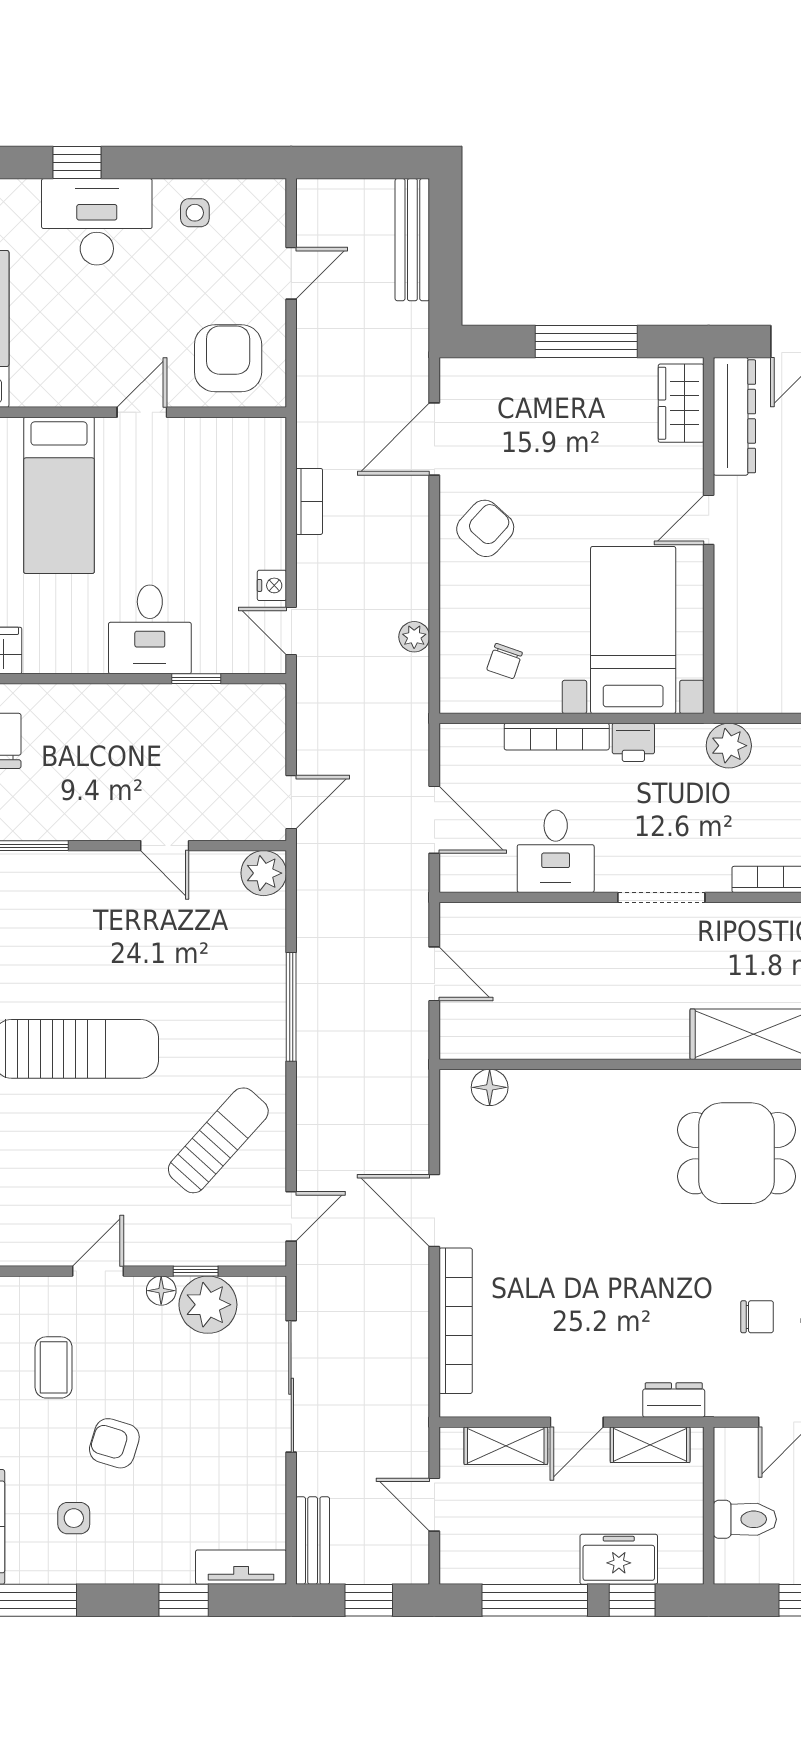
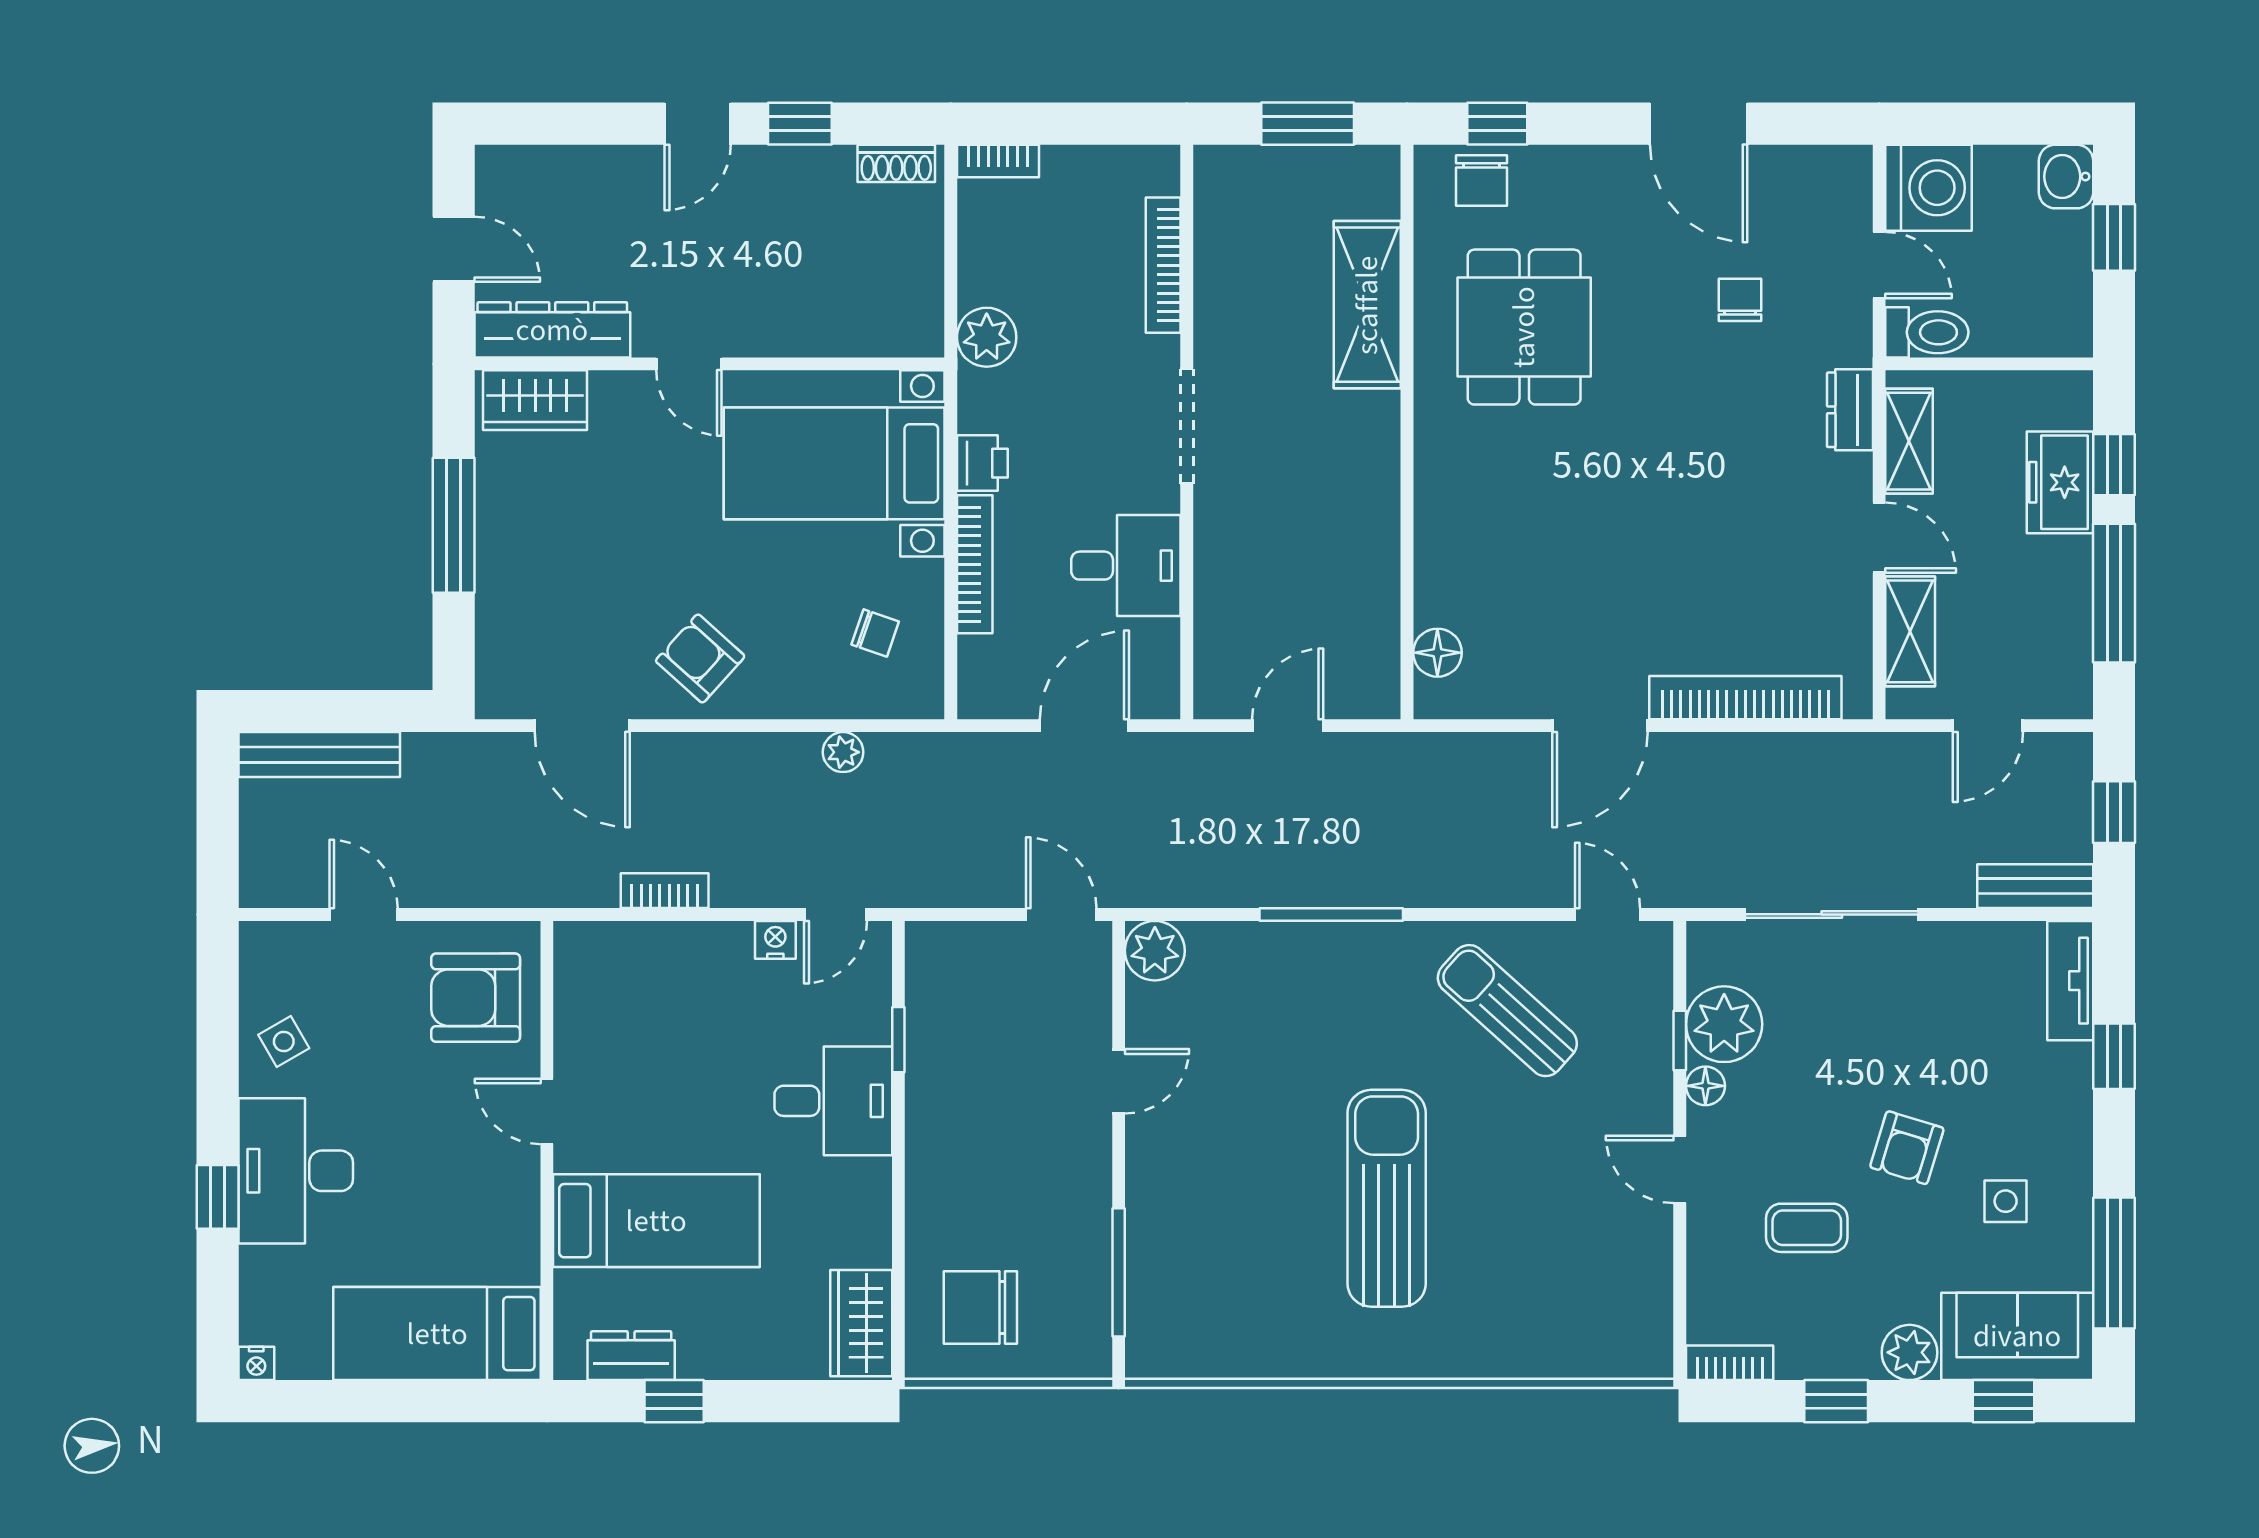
side table: (195, 213) -> (284, 1042), turned -30
toilet: (745, 1519) -> (1927, 332), moved, turned 90

